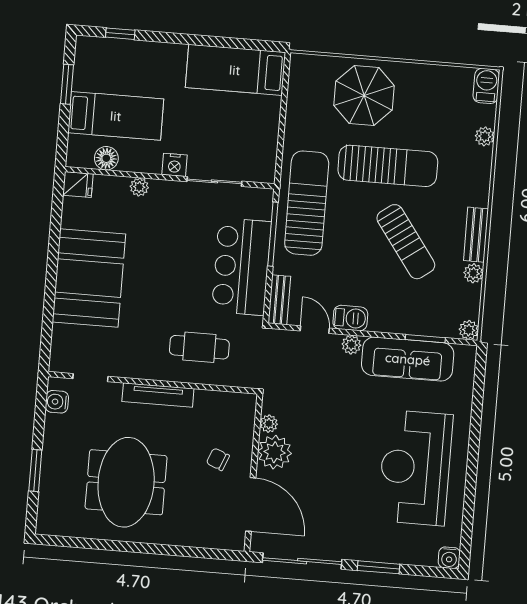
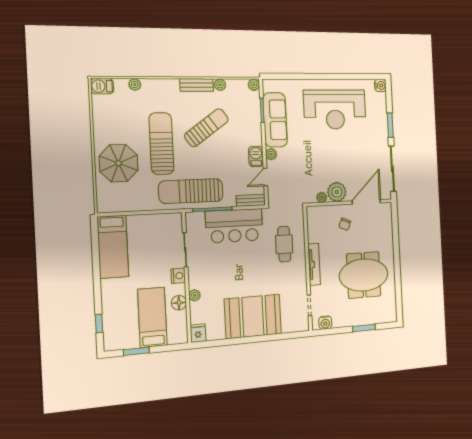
floor lamp: (106, 158) -> (179, 303), moved

